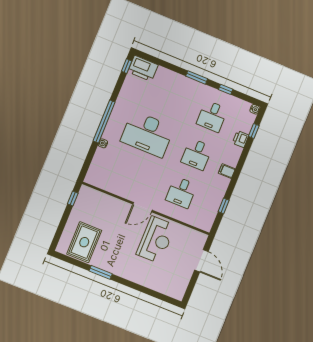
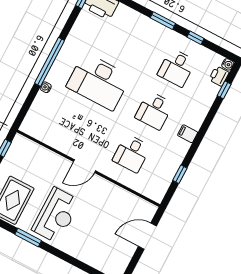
printer: (241, 139) -> (219, 76), moved
reception desk: (156, 240) -> (56, 215), moved
door: (201, 261) -> (147, 236), swing flipped

